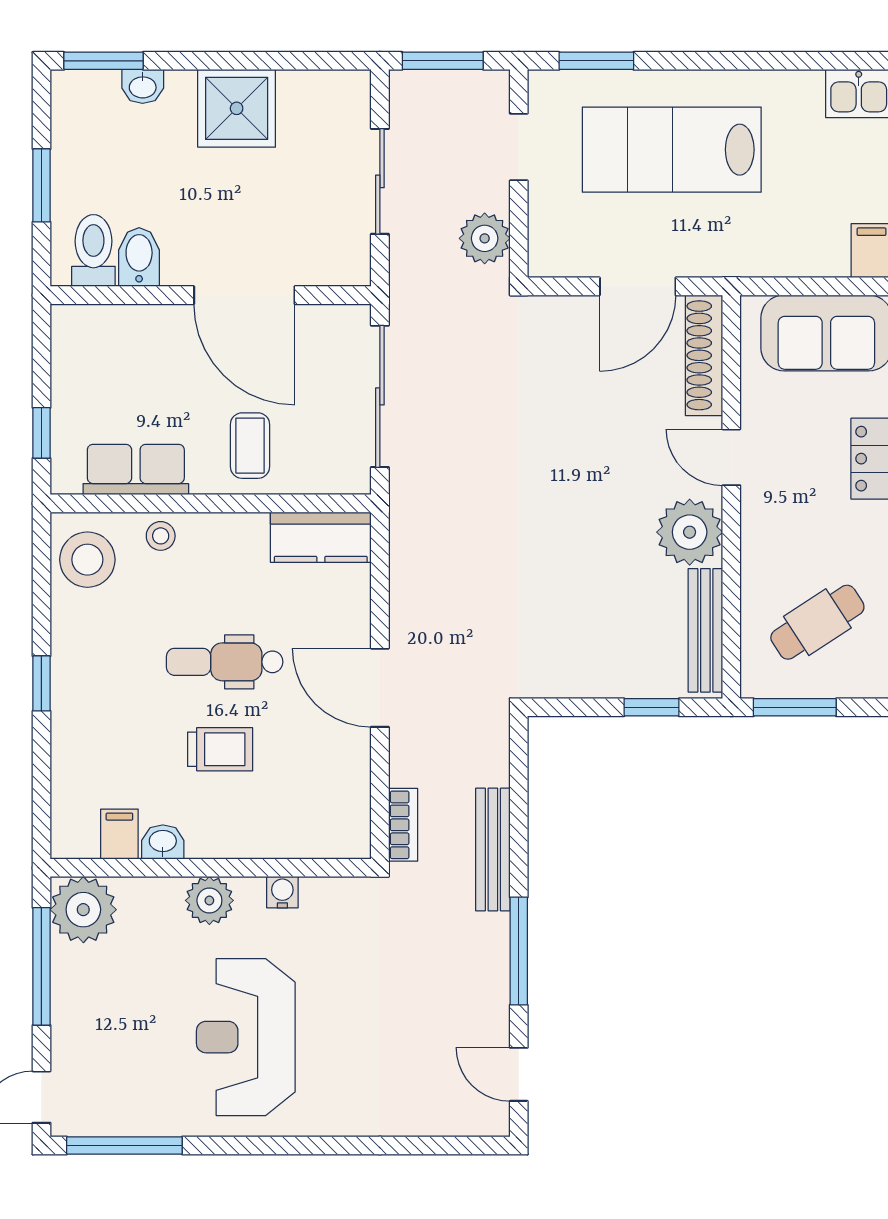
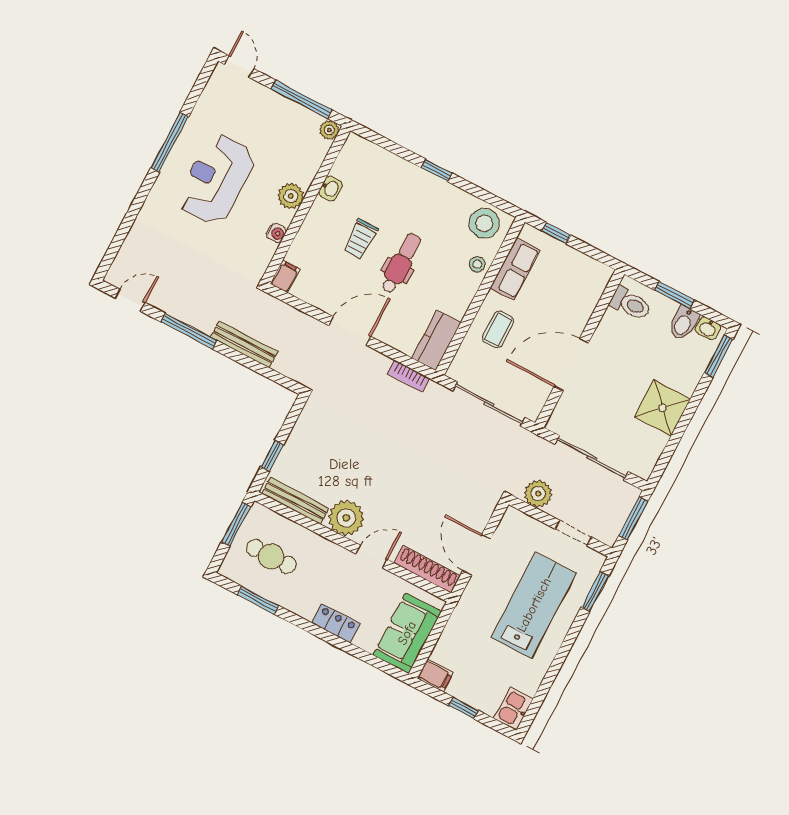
washbasin: (143, 86) -> (708, 328), moved, turned -90
sliding door: (380, 181) -> (592, 458), width x1.37
bidet: (139, 257) -> (683, 323), moved, turned 90
coffee table: (250, 446) -> (498, 330), turned 90
cafe table: (817, 622) -> (271, 556), turned -57
bookcase: (403, 825) -> (408, 376), moved
filing cabinet: (119, 834) -> (285, 277), moved, turned -90
plant: (83, 910) -> (329, 130), width x0.53, depth x0.53
reception desk: (246, 1037) -> (216, 179), turned -90
window: (124, 1145) -> (170, 142), moved

